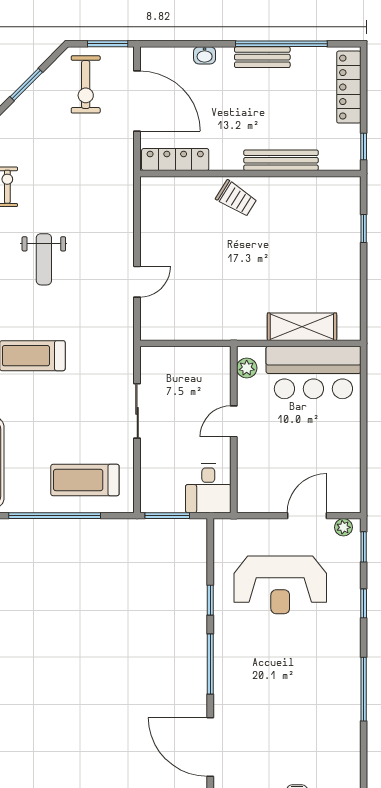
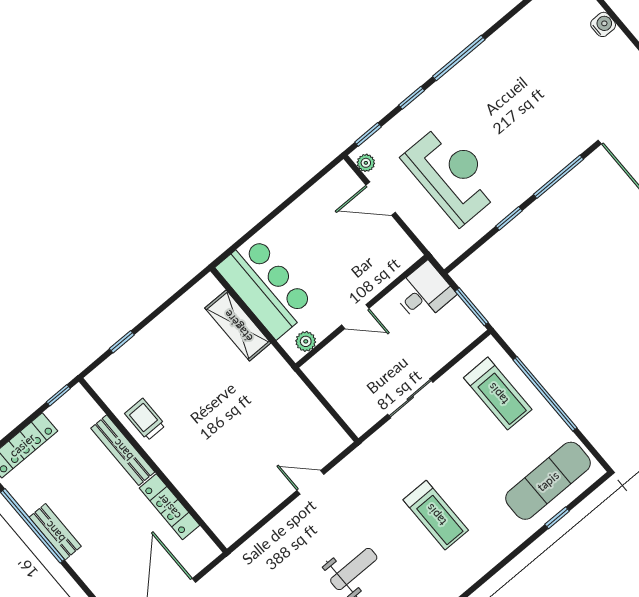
washbasin: (205, 55) -> (91, 578), removed
locker: (175, 160) -> (169, 507), moved
trolley: (236, 198) -> (145, 419), moved, turned -32
window: (364, 689) -> (459, 58), moved

